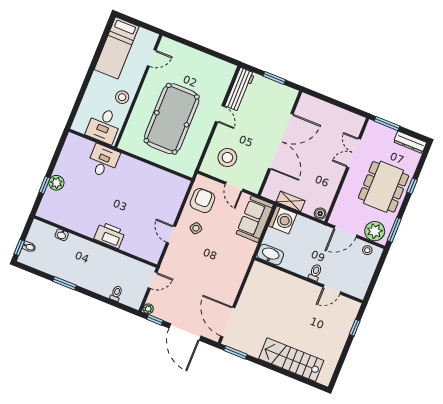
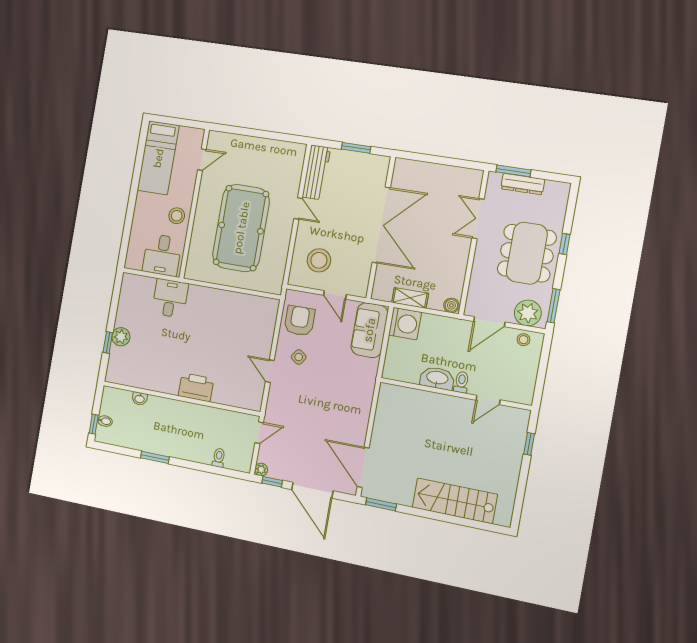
dresser: (410, 142) -> (523, 184), moved
washbasin: (270, 255) -> (437, 378), moved

